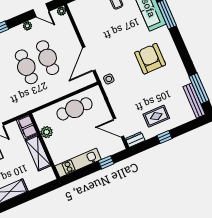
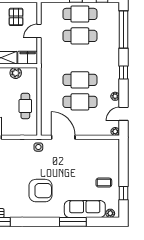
cafe table: (75, 109) -> (25, 106), width x0.73, depth x0.74

